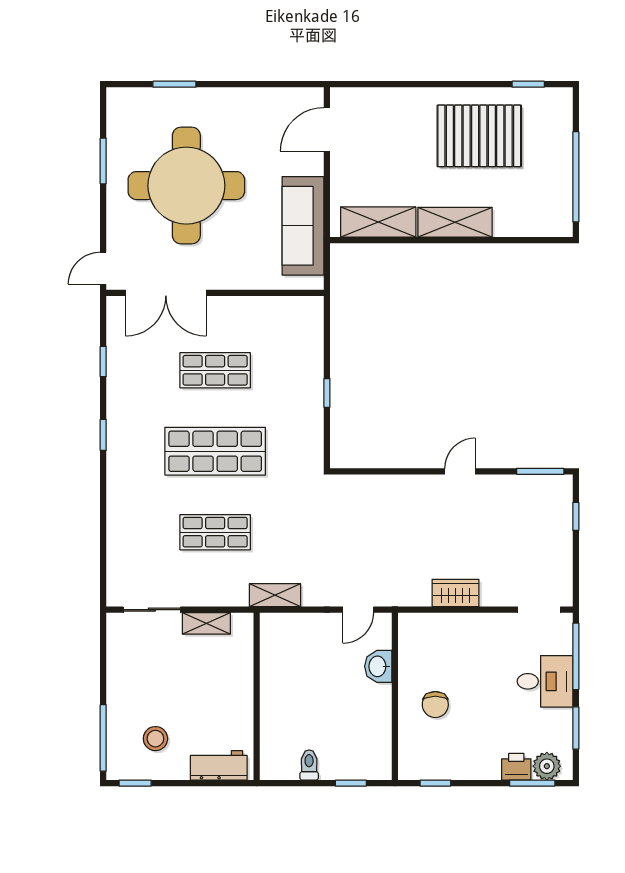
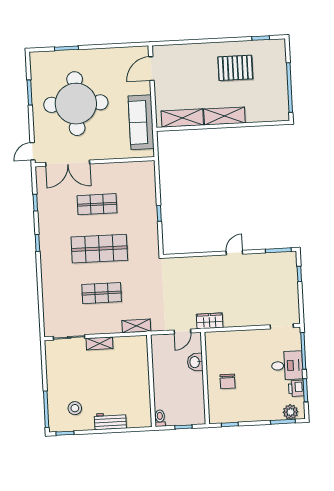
pallet: (479, 136) -> (235, 68), width x0.73, depth x0.71
wardrobe: (455, 593) -> (210, 321), moved
wall: (257, 696) -> (151, 381), moved
printer: (516, 767) -> (296, 388), moved, turned -90

